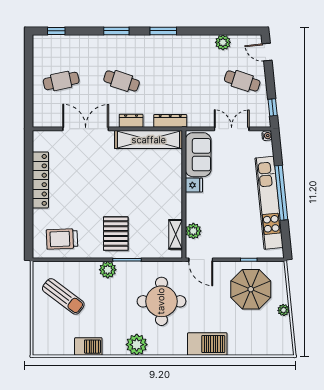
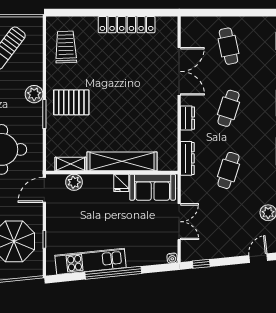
cafe table: (242, 81) -> (228, 170), moved
shelving: (149, 140) -> (122, 161), moved, turned 90
kitchen unit: (269, 203) -> (90, 261), width x0.73

